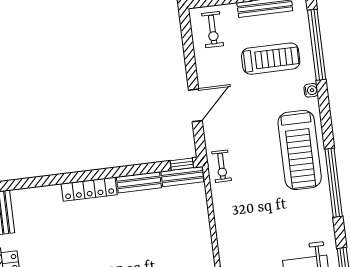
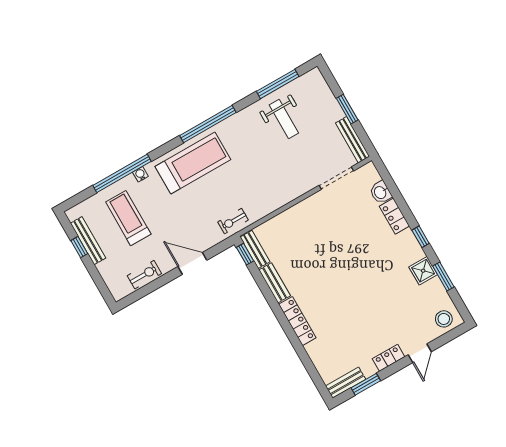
exercise bike: (213, 30) -> (144, 275), moved
window: (317, 45) -> (122, 173), moved
exercise bike: (222, 166) -> (233, 221), turned 180

